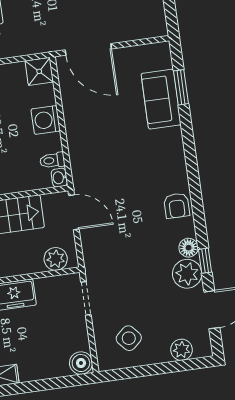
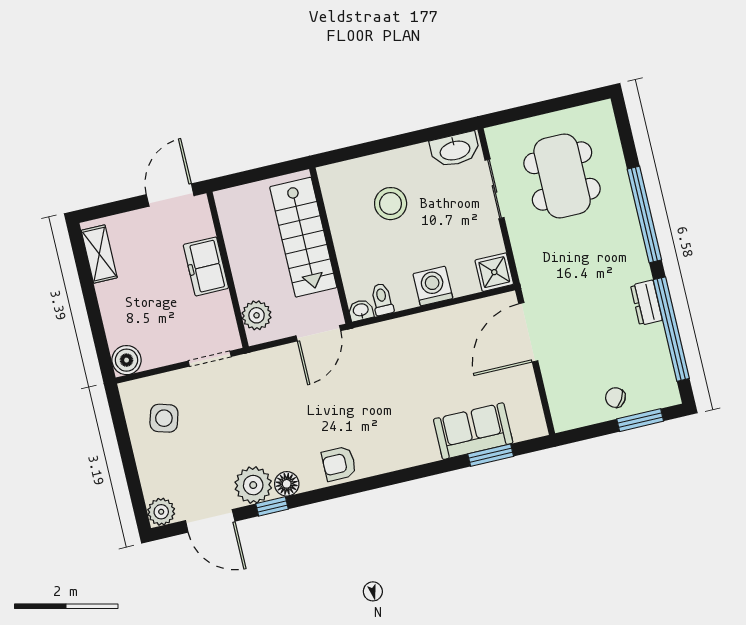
side table: (129, 338) -> (164, 418), turned -32
plant: (181, 350) -> (161, 512), moved

